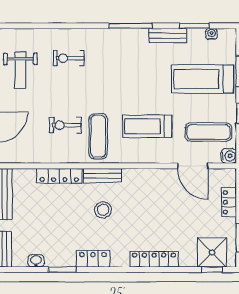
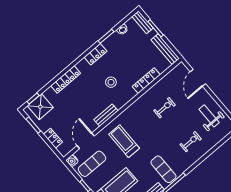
treadmill: (147, 126) -> (124, 141), turned -90
exercise mat: (98, 136) -> (163, 169), moved
door: (193, 166) -> (86, 141), hinge flipped
bench: (102, 176) -> (106, 115), moved

